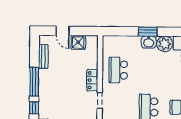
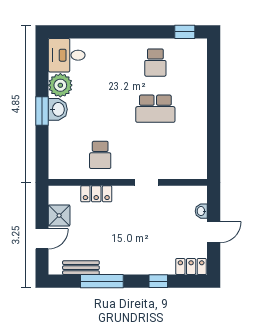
school desk: (118, 70) -> (100, 155), width x0.54
locker: (92, 80) -> (96, 194), moved
window: (34, 82) -> (102, 281), moved

